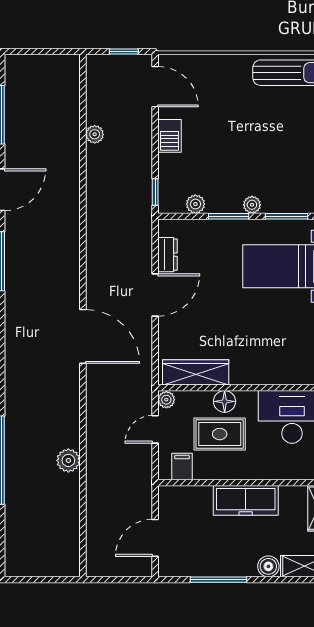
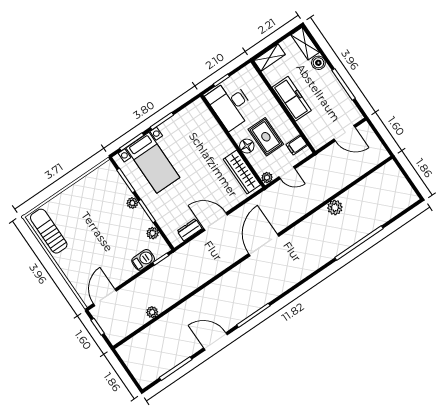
barbecue: (170, 136) -> (143, 260), moved

